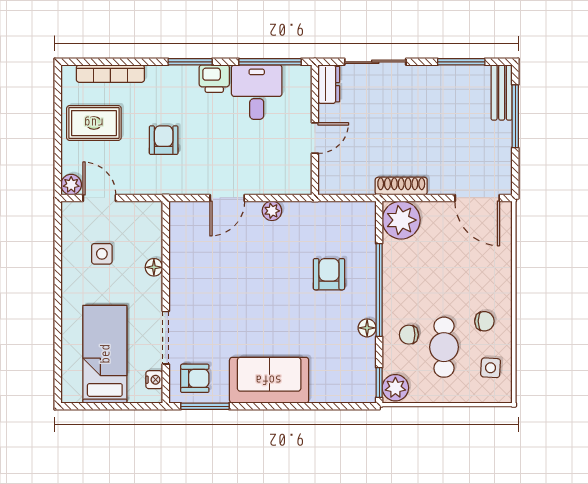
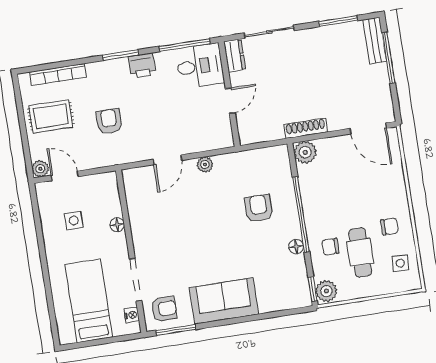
desk: (257, 92) -> (200, 66), moved, turned 90
plant: (401, 220) -> (305, 152), width x0.73, depth x0.73

